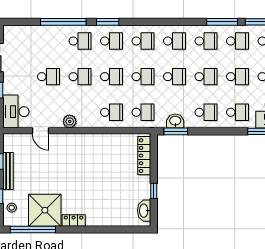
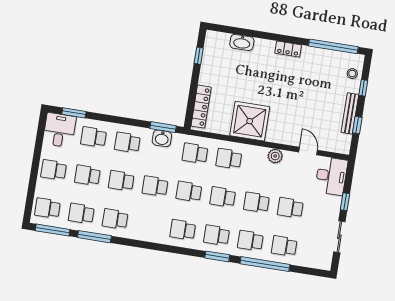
school desk: (174, 41) -> (284, 246), moved
window: (154, 191) -> (199, 56), moved
shower: (45, 210) -> (250, 121), moved
washbasin: (144, 211) -> (242, 42), moved, turned 90

